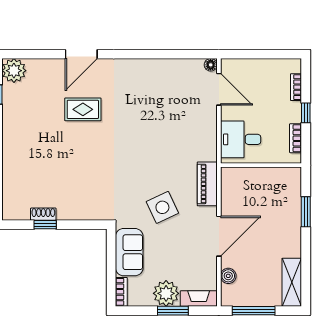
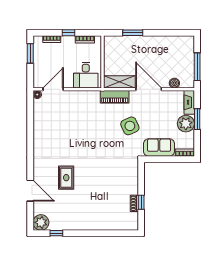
door: (81, 54) -> (30, 191), moved
window: (274, 54) -> (30, 53), added
shelving: (292, 282) -> (119, 82), moved

